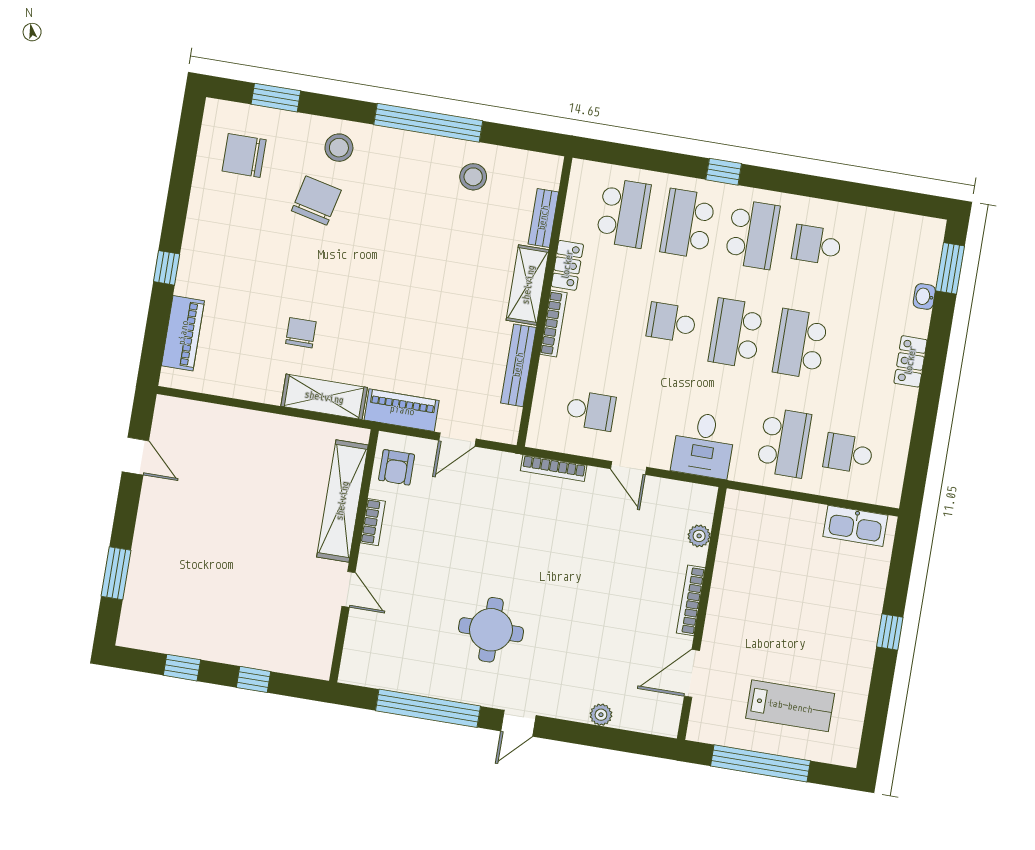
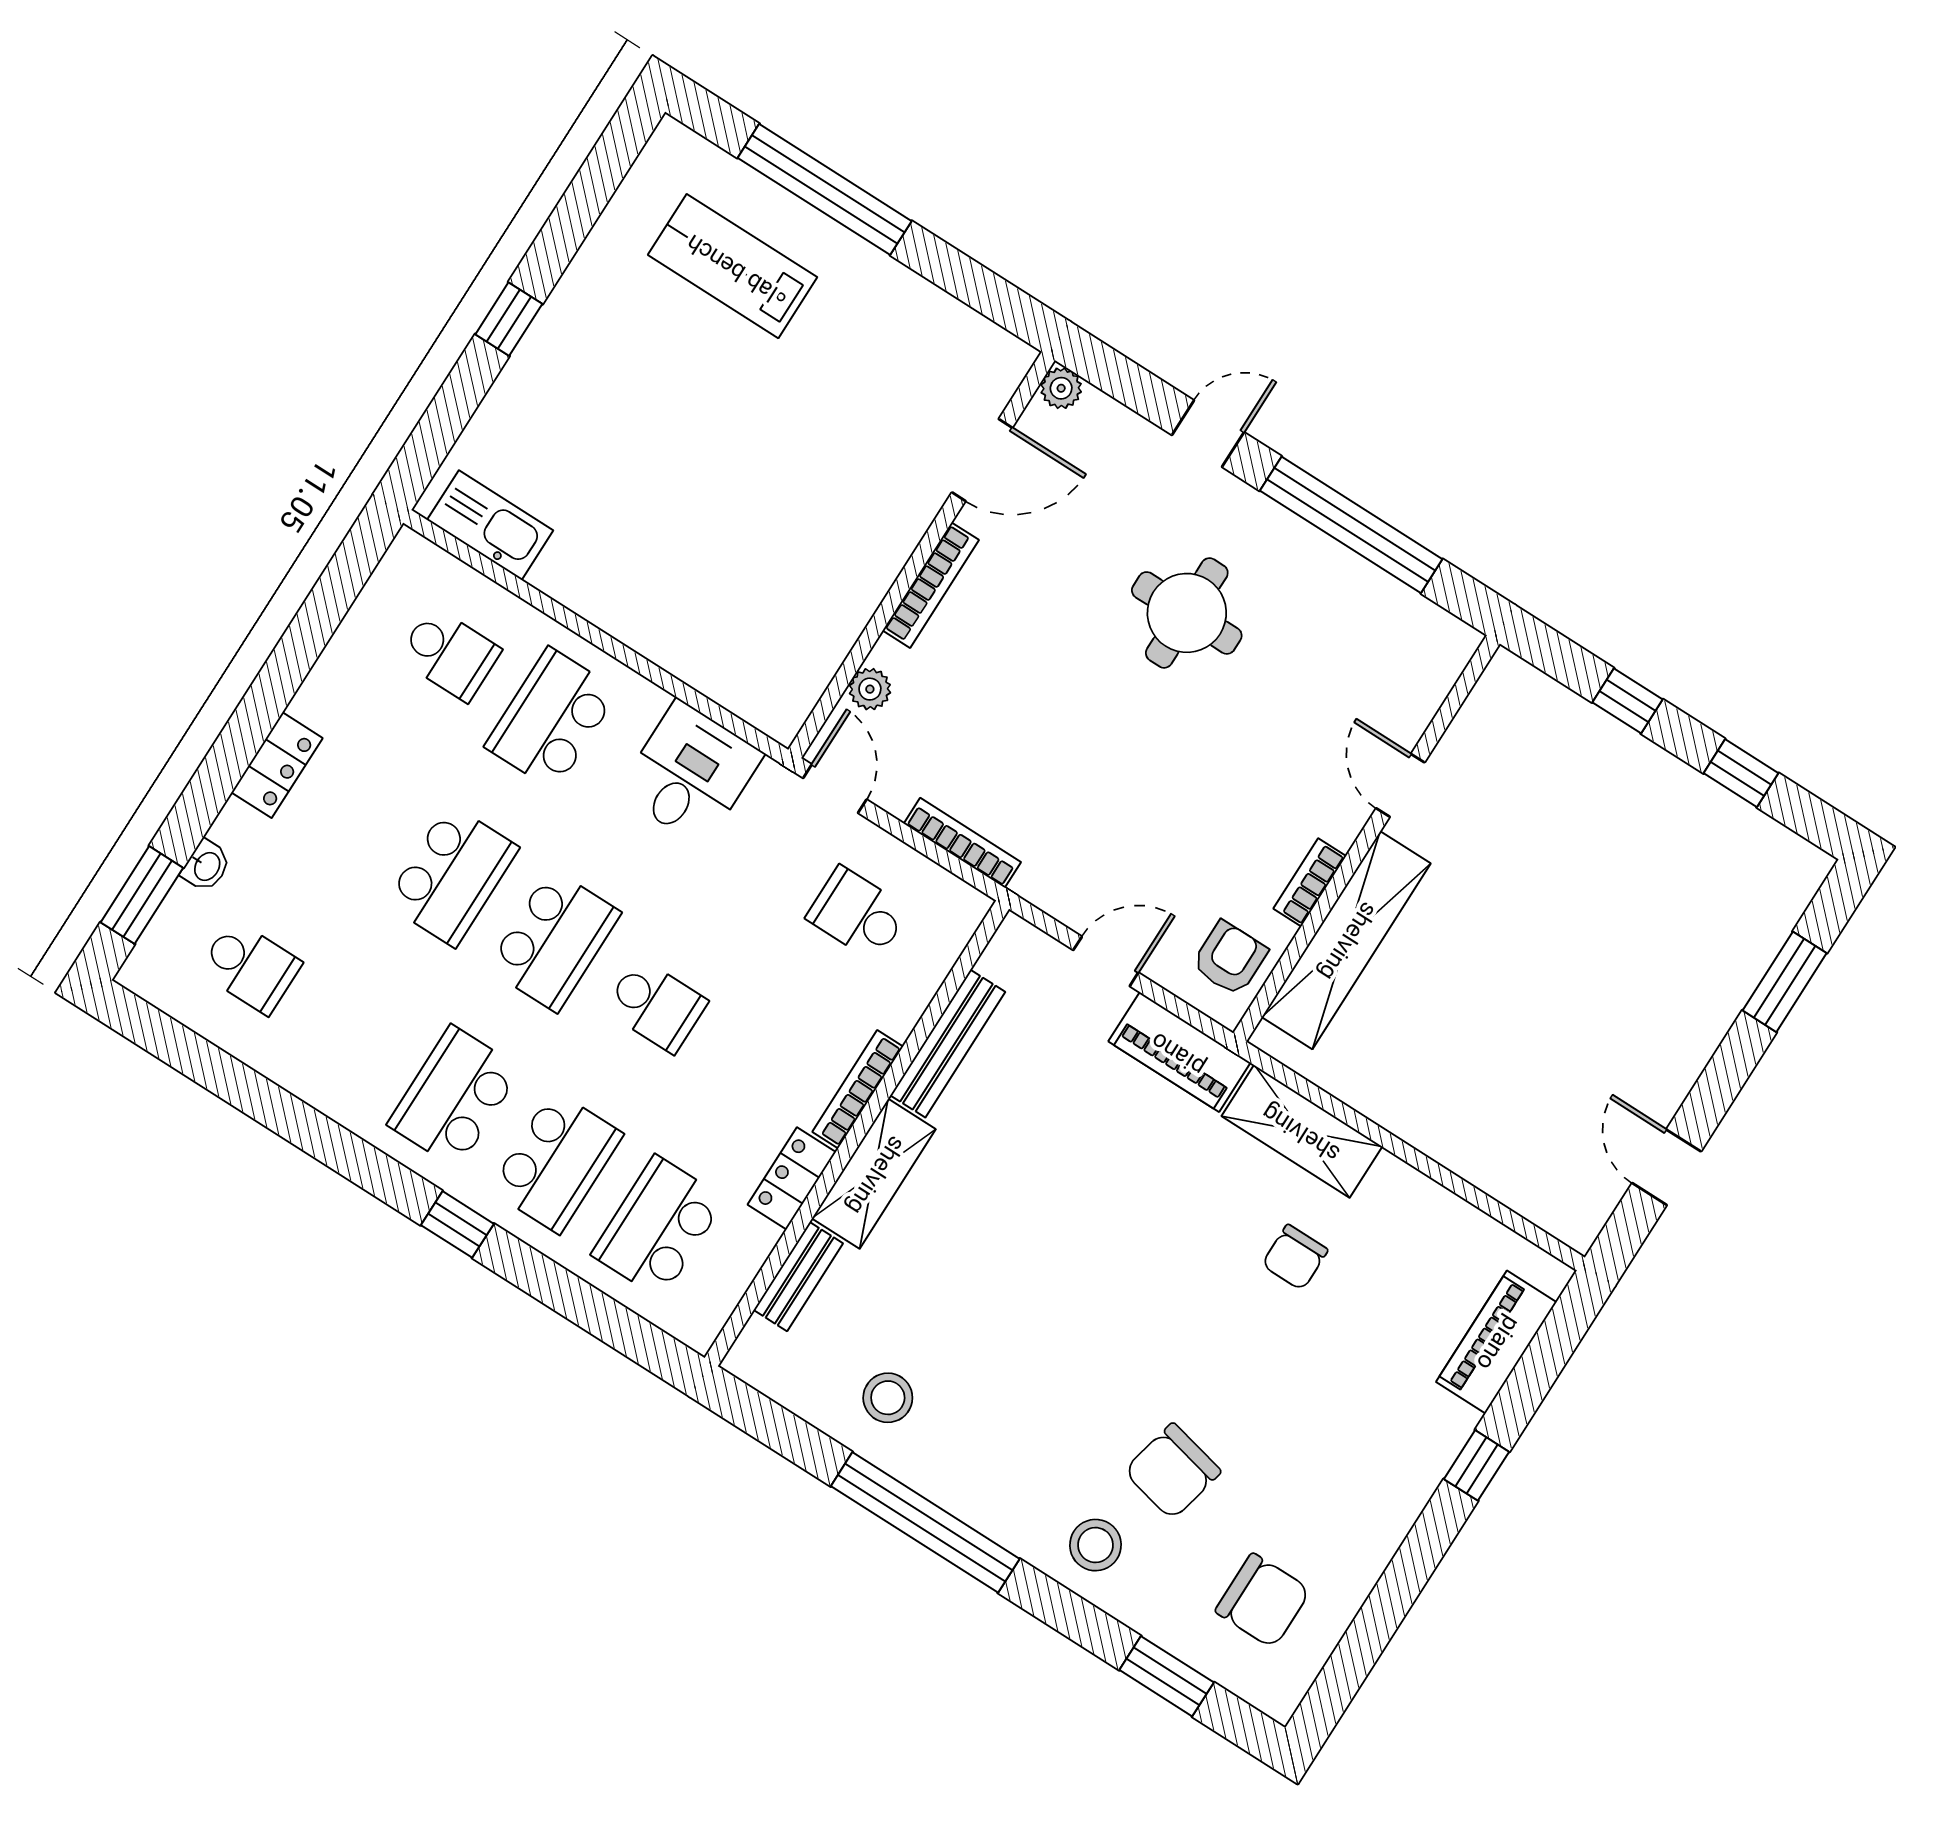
school desk: (817, 245) -> (250, 967), moved
plant: (699, 536) -> (870, 689), moved
bookcase: (691, 600) -> (931, 585), moved
wall: (702, 613) -> (922, 555), moved
door: (692, 673) -> (982, 460), moved

